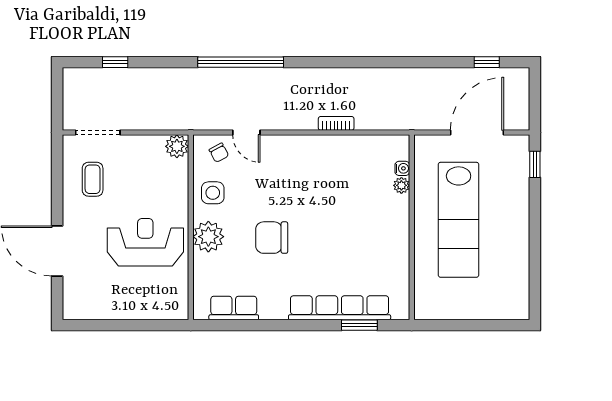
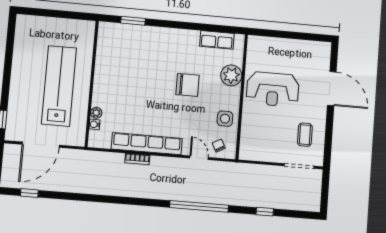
window: (115, 62) -> (265, 212), moved
plant: (177, 146) -> (247, 152), removed
plant: (208, 237) -> (231, 75), moved
row of seats: (340, 308) -> (147, 144), moved, turned 180

